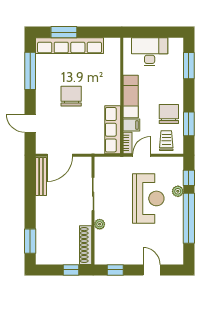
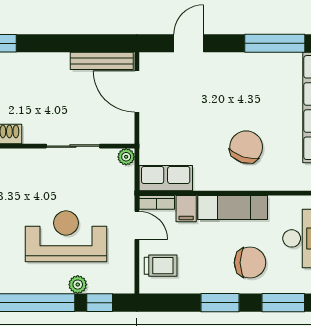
chair: (71, 96) -> (246, 147), moved, turned -72
chair: (169, 114) -> (250, 263), moved
window: (189, 124) -> (220, 303), moved
row of seats: (113, 130) -> (166, 178), width x0.68
reception desk: (148, 198) -> (66, 236), turned 180
plant: (100, 224) -> (126, 157), moved

